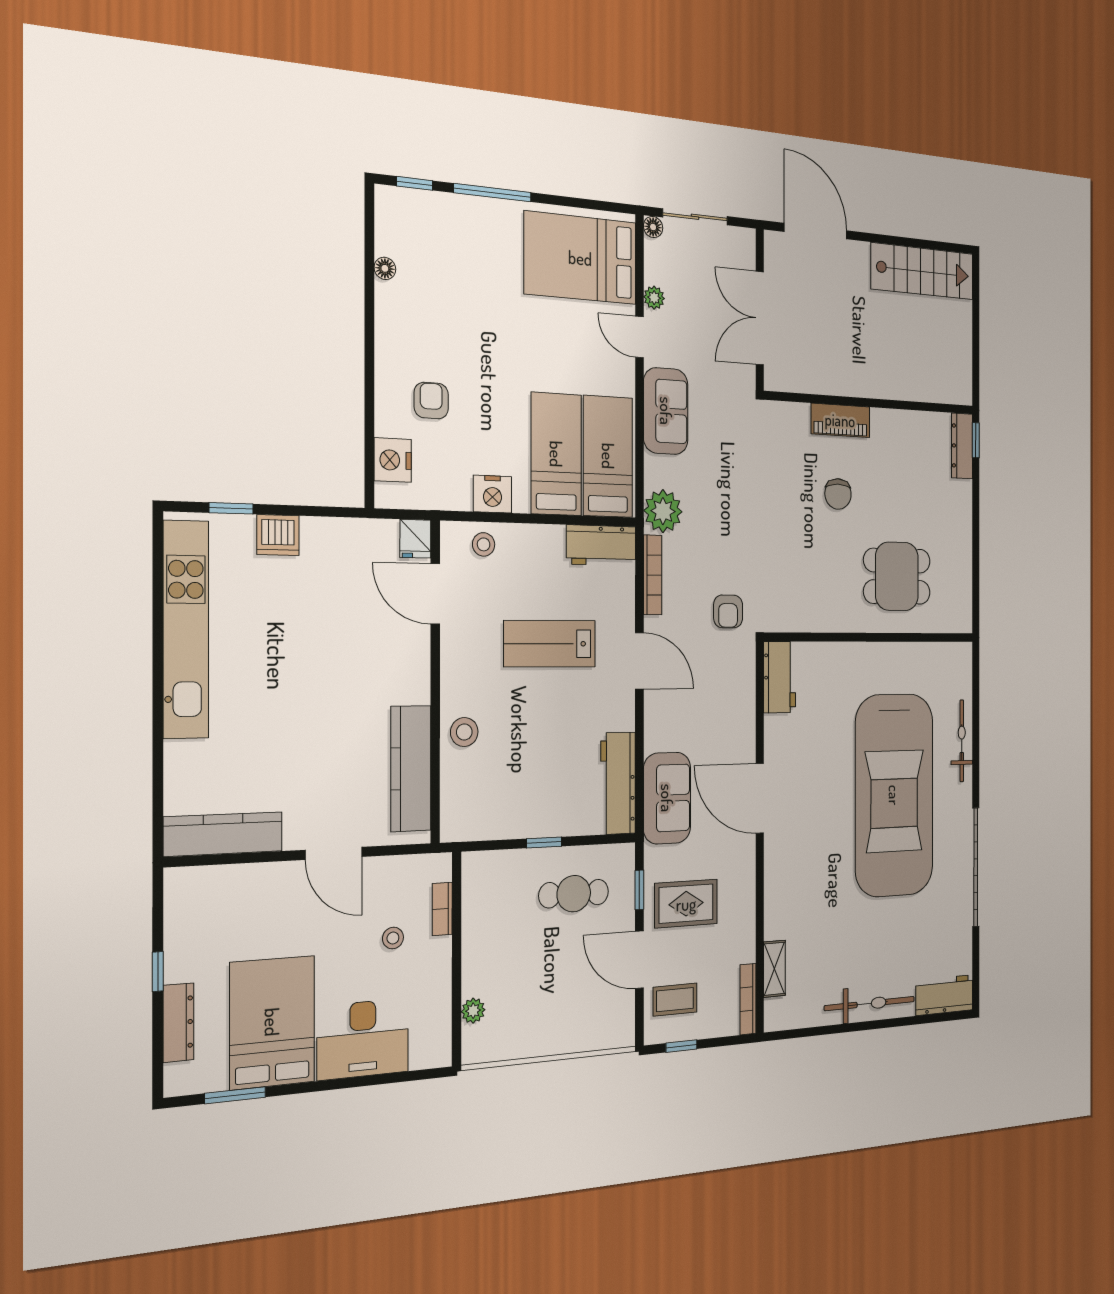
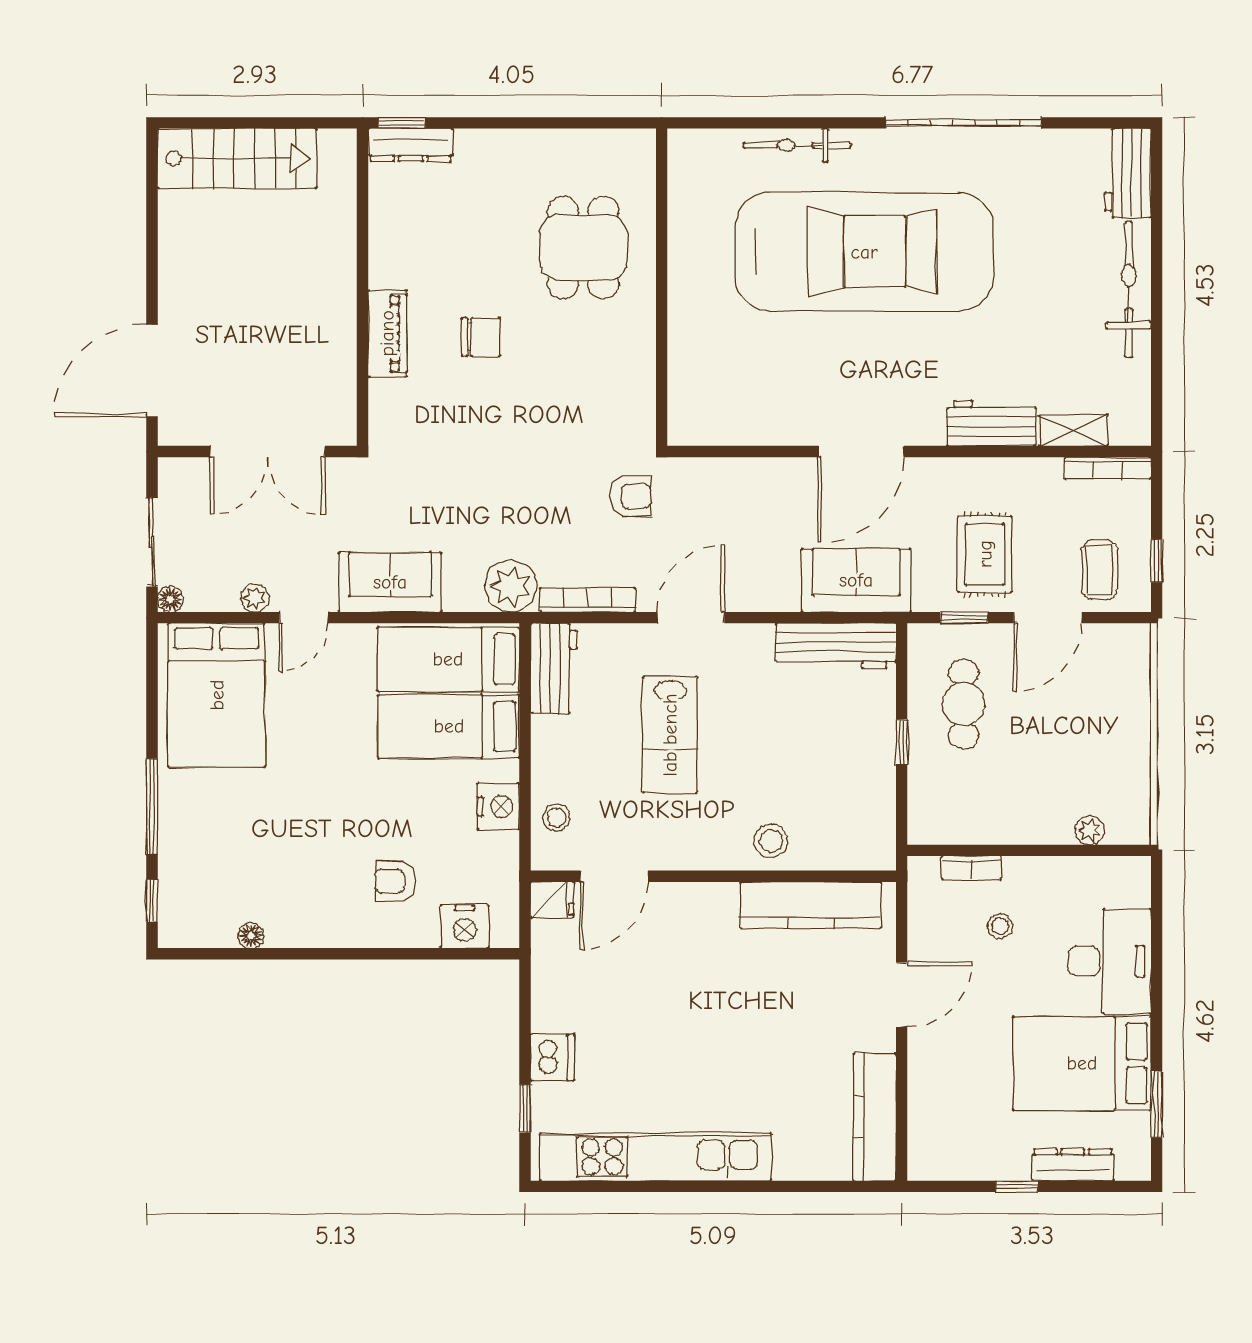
stairs: (922, 271) -> (237, 158), moved, turned 90
workbench: (779, 677) -> (991, 423), moved

